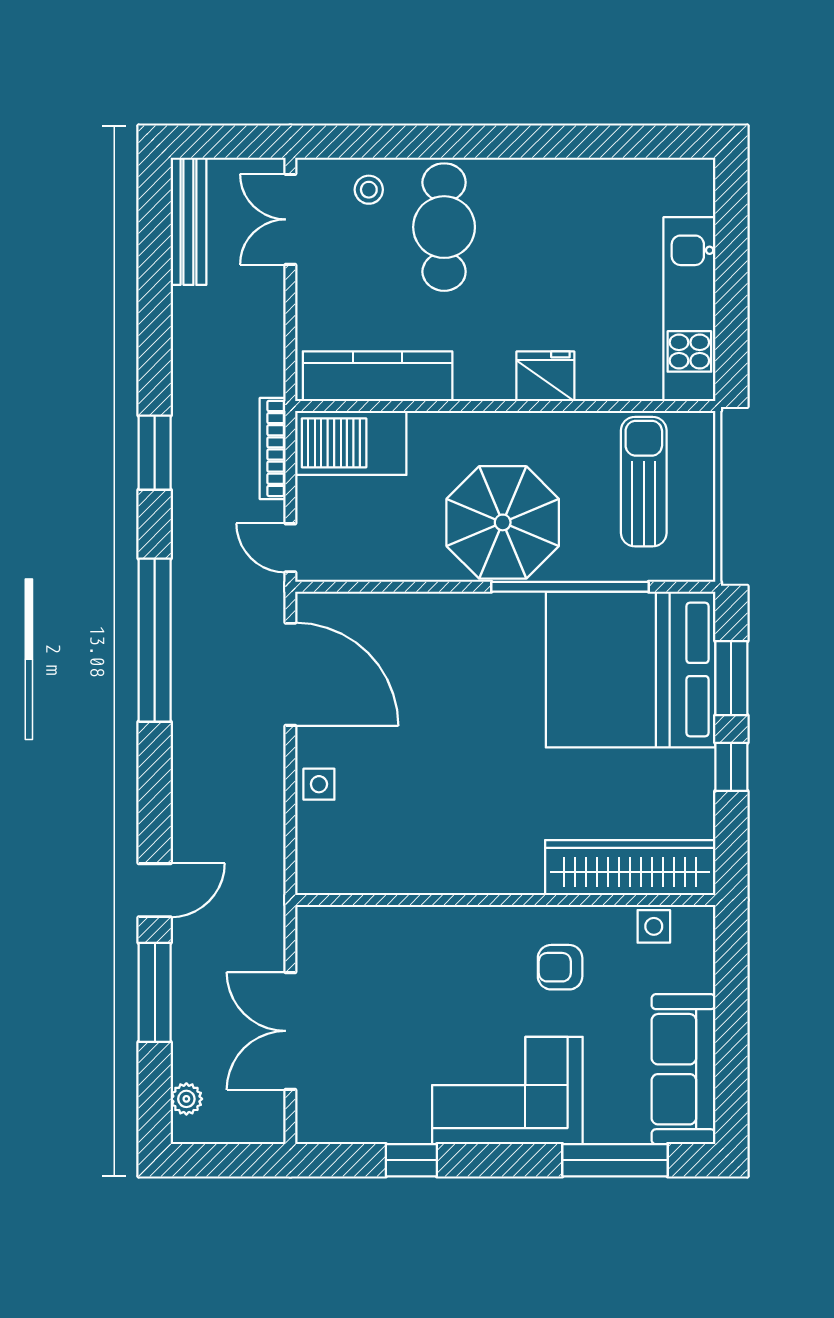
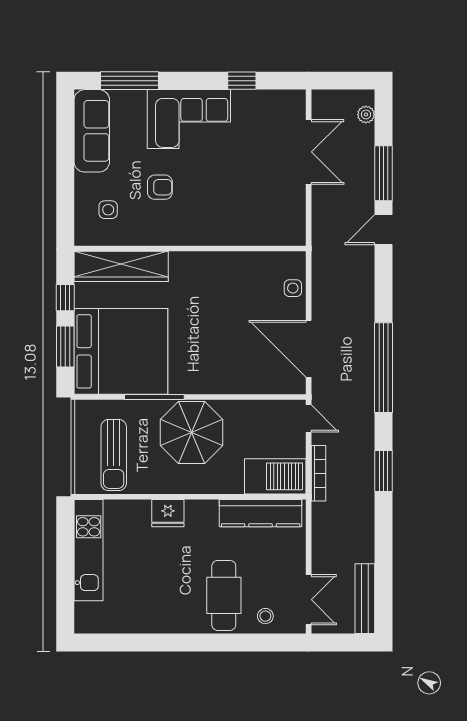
window: (570, 587) -> (154, 397), width x0.68
wardrobe: (630, 868) -> (121, 266), moved
wall: (505, 900) -> (190, 249), moved

